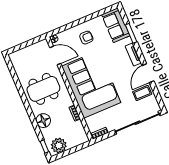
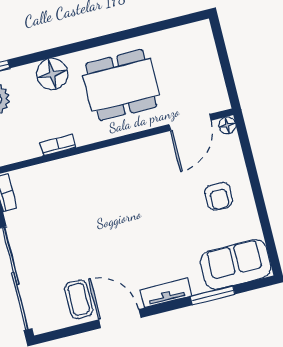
corner sofa: (91, 84) -> (115, 191), removed
dining table: (43, 89) -> (121, 85), turned 90

